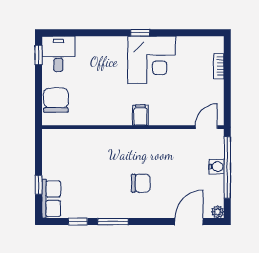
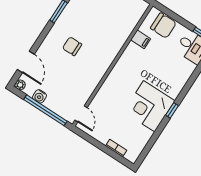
filing cabinet: (140, 115) -> (141, 39), moved
water cooler: (216, 167) -> (39, 96), moved
chair: (141, 183) -> (72, 46), turned 90

